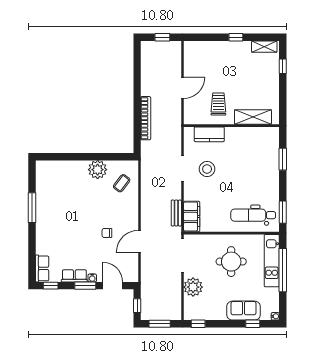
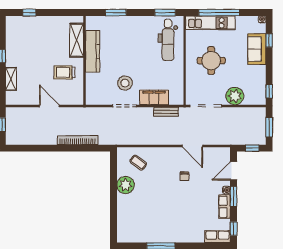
shelving: (264, 47) -> (11, 79), moved
kitchen counter: (209, 134) -> (93, 51), moved, width x1.50
filing cabinet: (192, 216) -> (154, 97), moved

